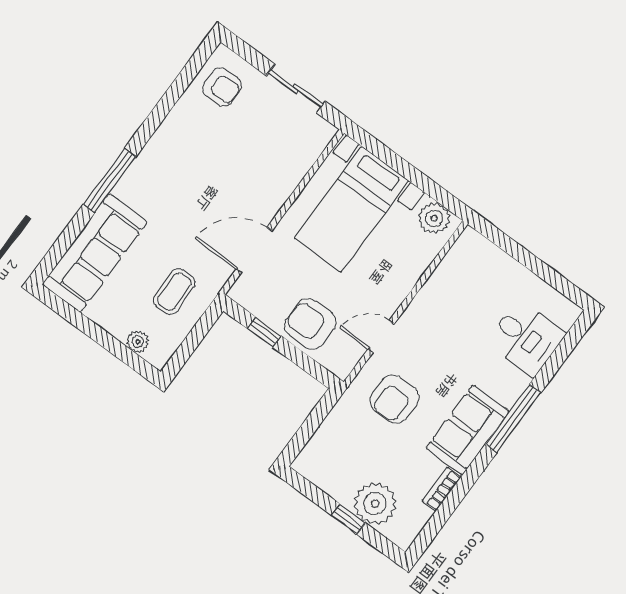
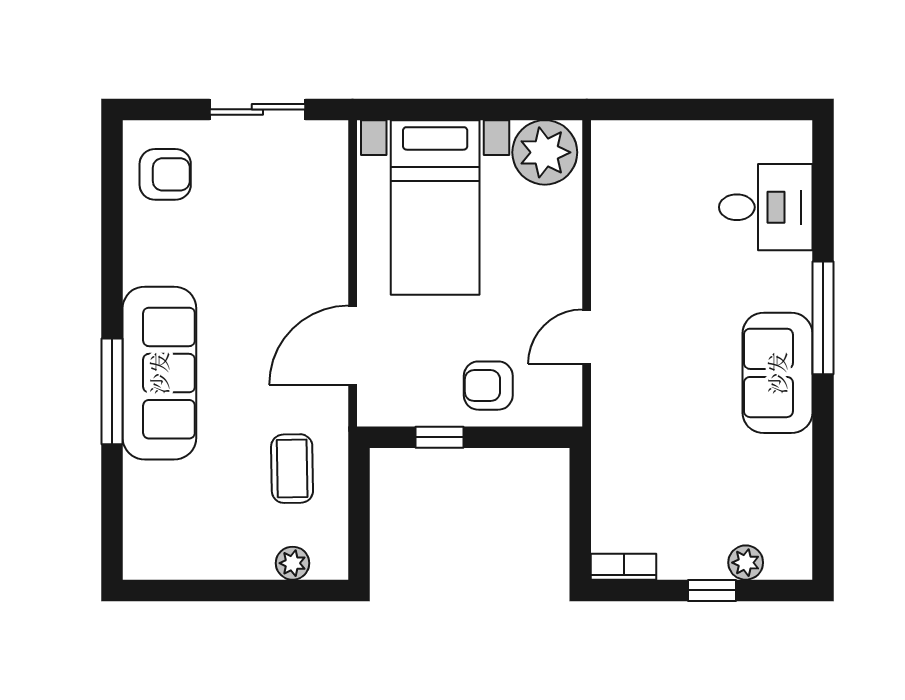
plant: (434, 218) -> (545, 152), width x1.36, depth x1.36
sofa: (95, 253) -> (159, 373), moved
armchair: (310, 324) -> (488, 386), width x0.72, depth x0.72
armchair: (394, 399) -> (660, 402), removed
bookcase: (442, 489) -> (624, 567), moved, turned 90
plant: (375, 504) -> (746, 563), width x0.53, depth x0.53

